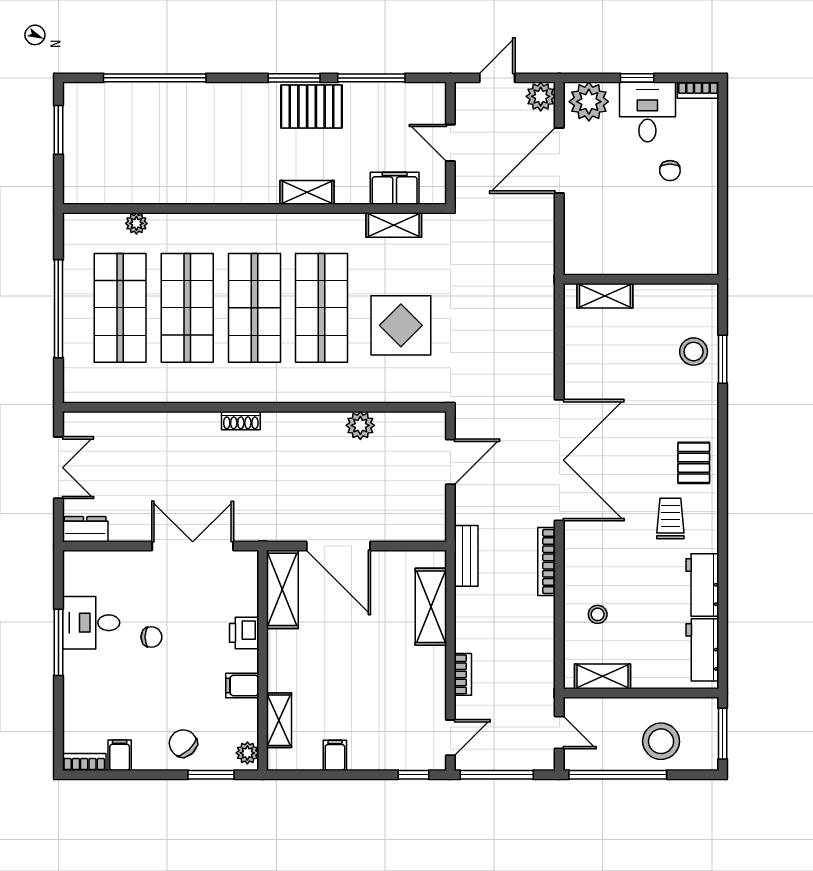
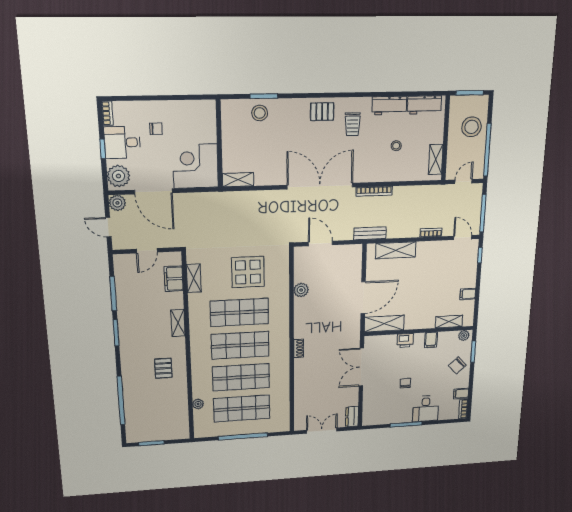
pallet: (311, 106) -> (163, 368), moved, width x0.67, depth x0.71
corner desk: (602, 236) -> (195, 166), added
shelving: (605, 296) -> (238, 180), moved, turned 90
trolley: (670, 518) -> (353, 124), turned -90
stool: (598, 614) -> (396, 146), moved
desk: (91, 623) -> (426, 409), moved

